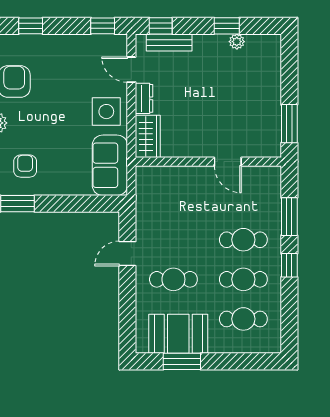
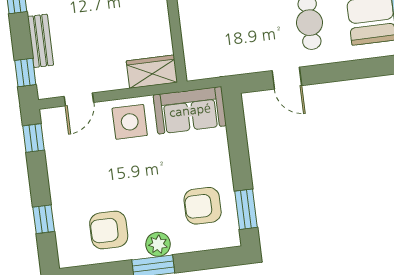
bench: (169, 42) -> (41, 41), moved
dresser: (144, 98) -> (110, 81), removed
armchair: (25, 166) -> (203, 206), width x1.38, depth x1.38

